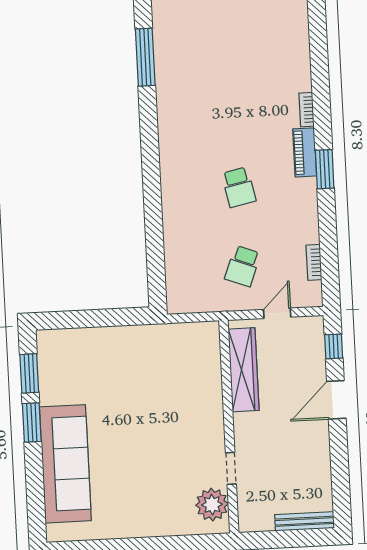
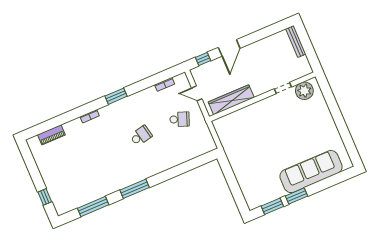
window: (149, 142) -> (135, 189), added
piano: (305, 152) -> (51, 135), moved
door: (336, 400) -> (229, 48), hinge flipped

